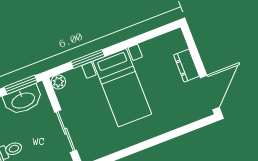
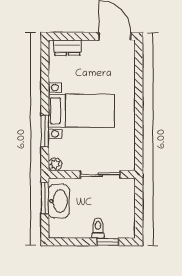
dresser: (186, 66) -> (67, 48), moved

